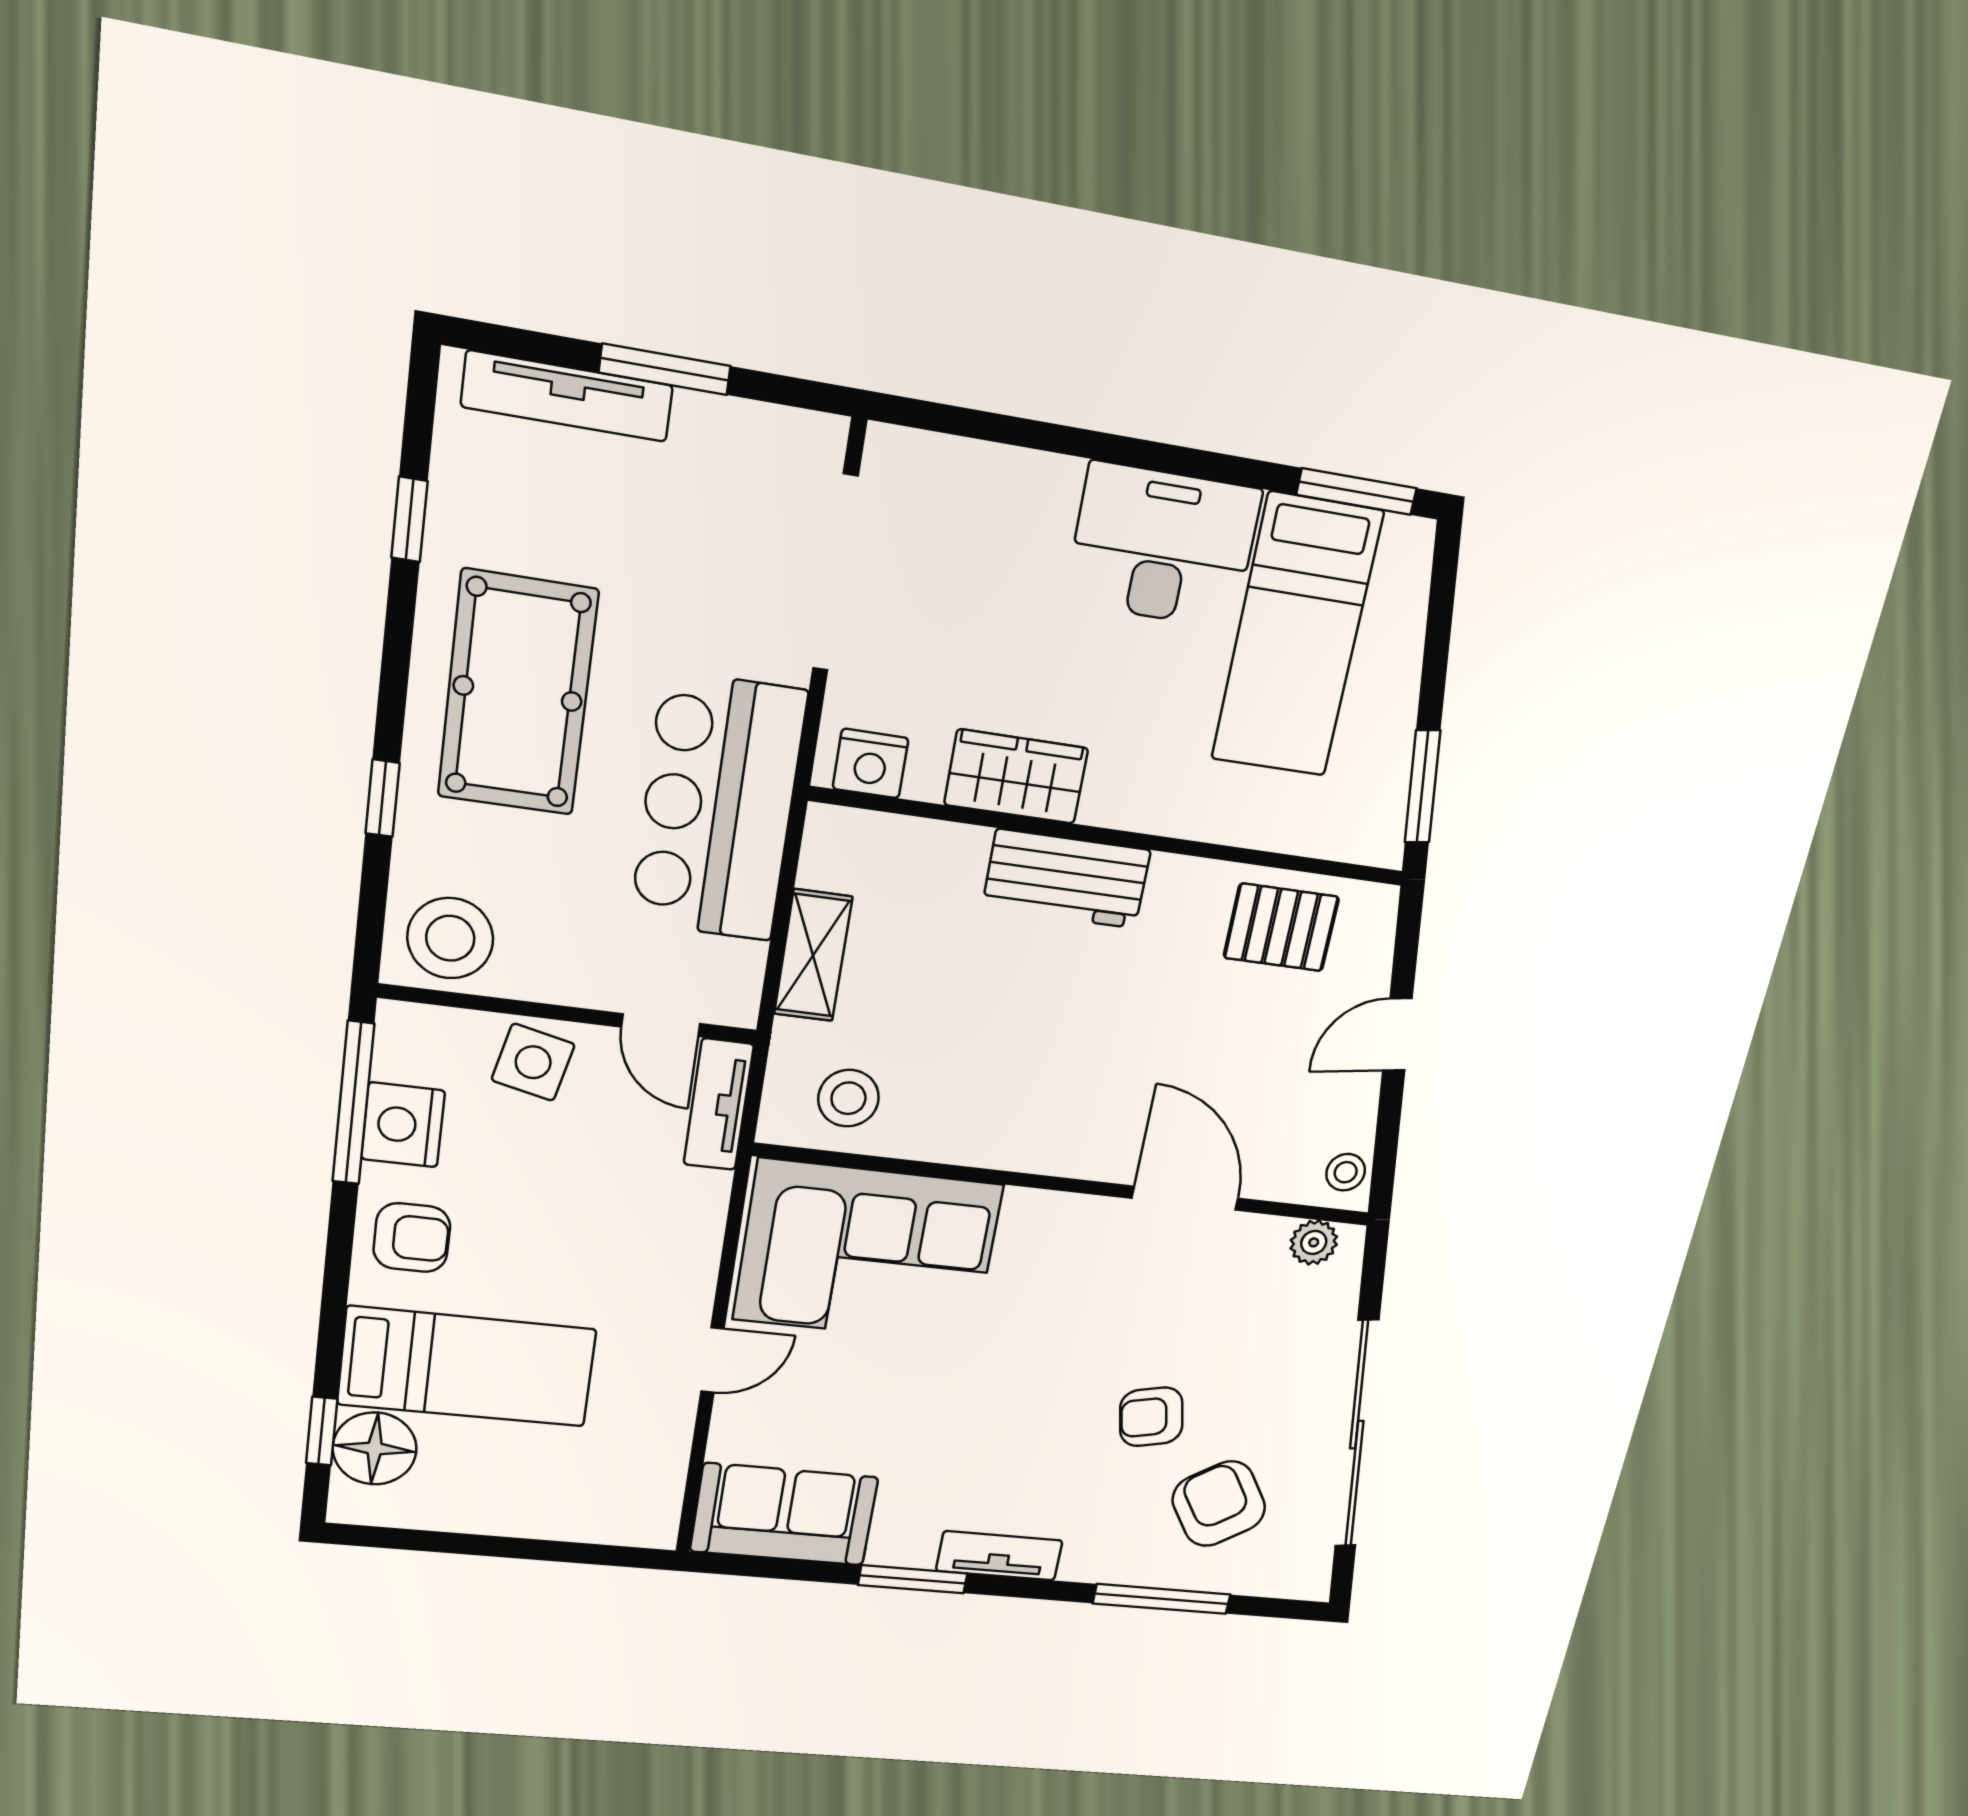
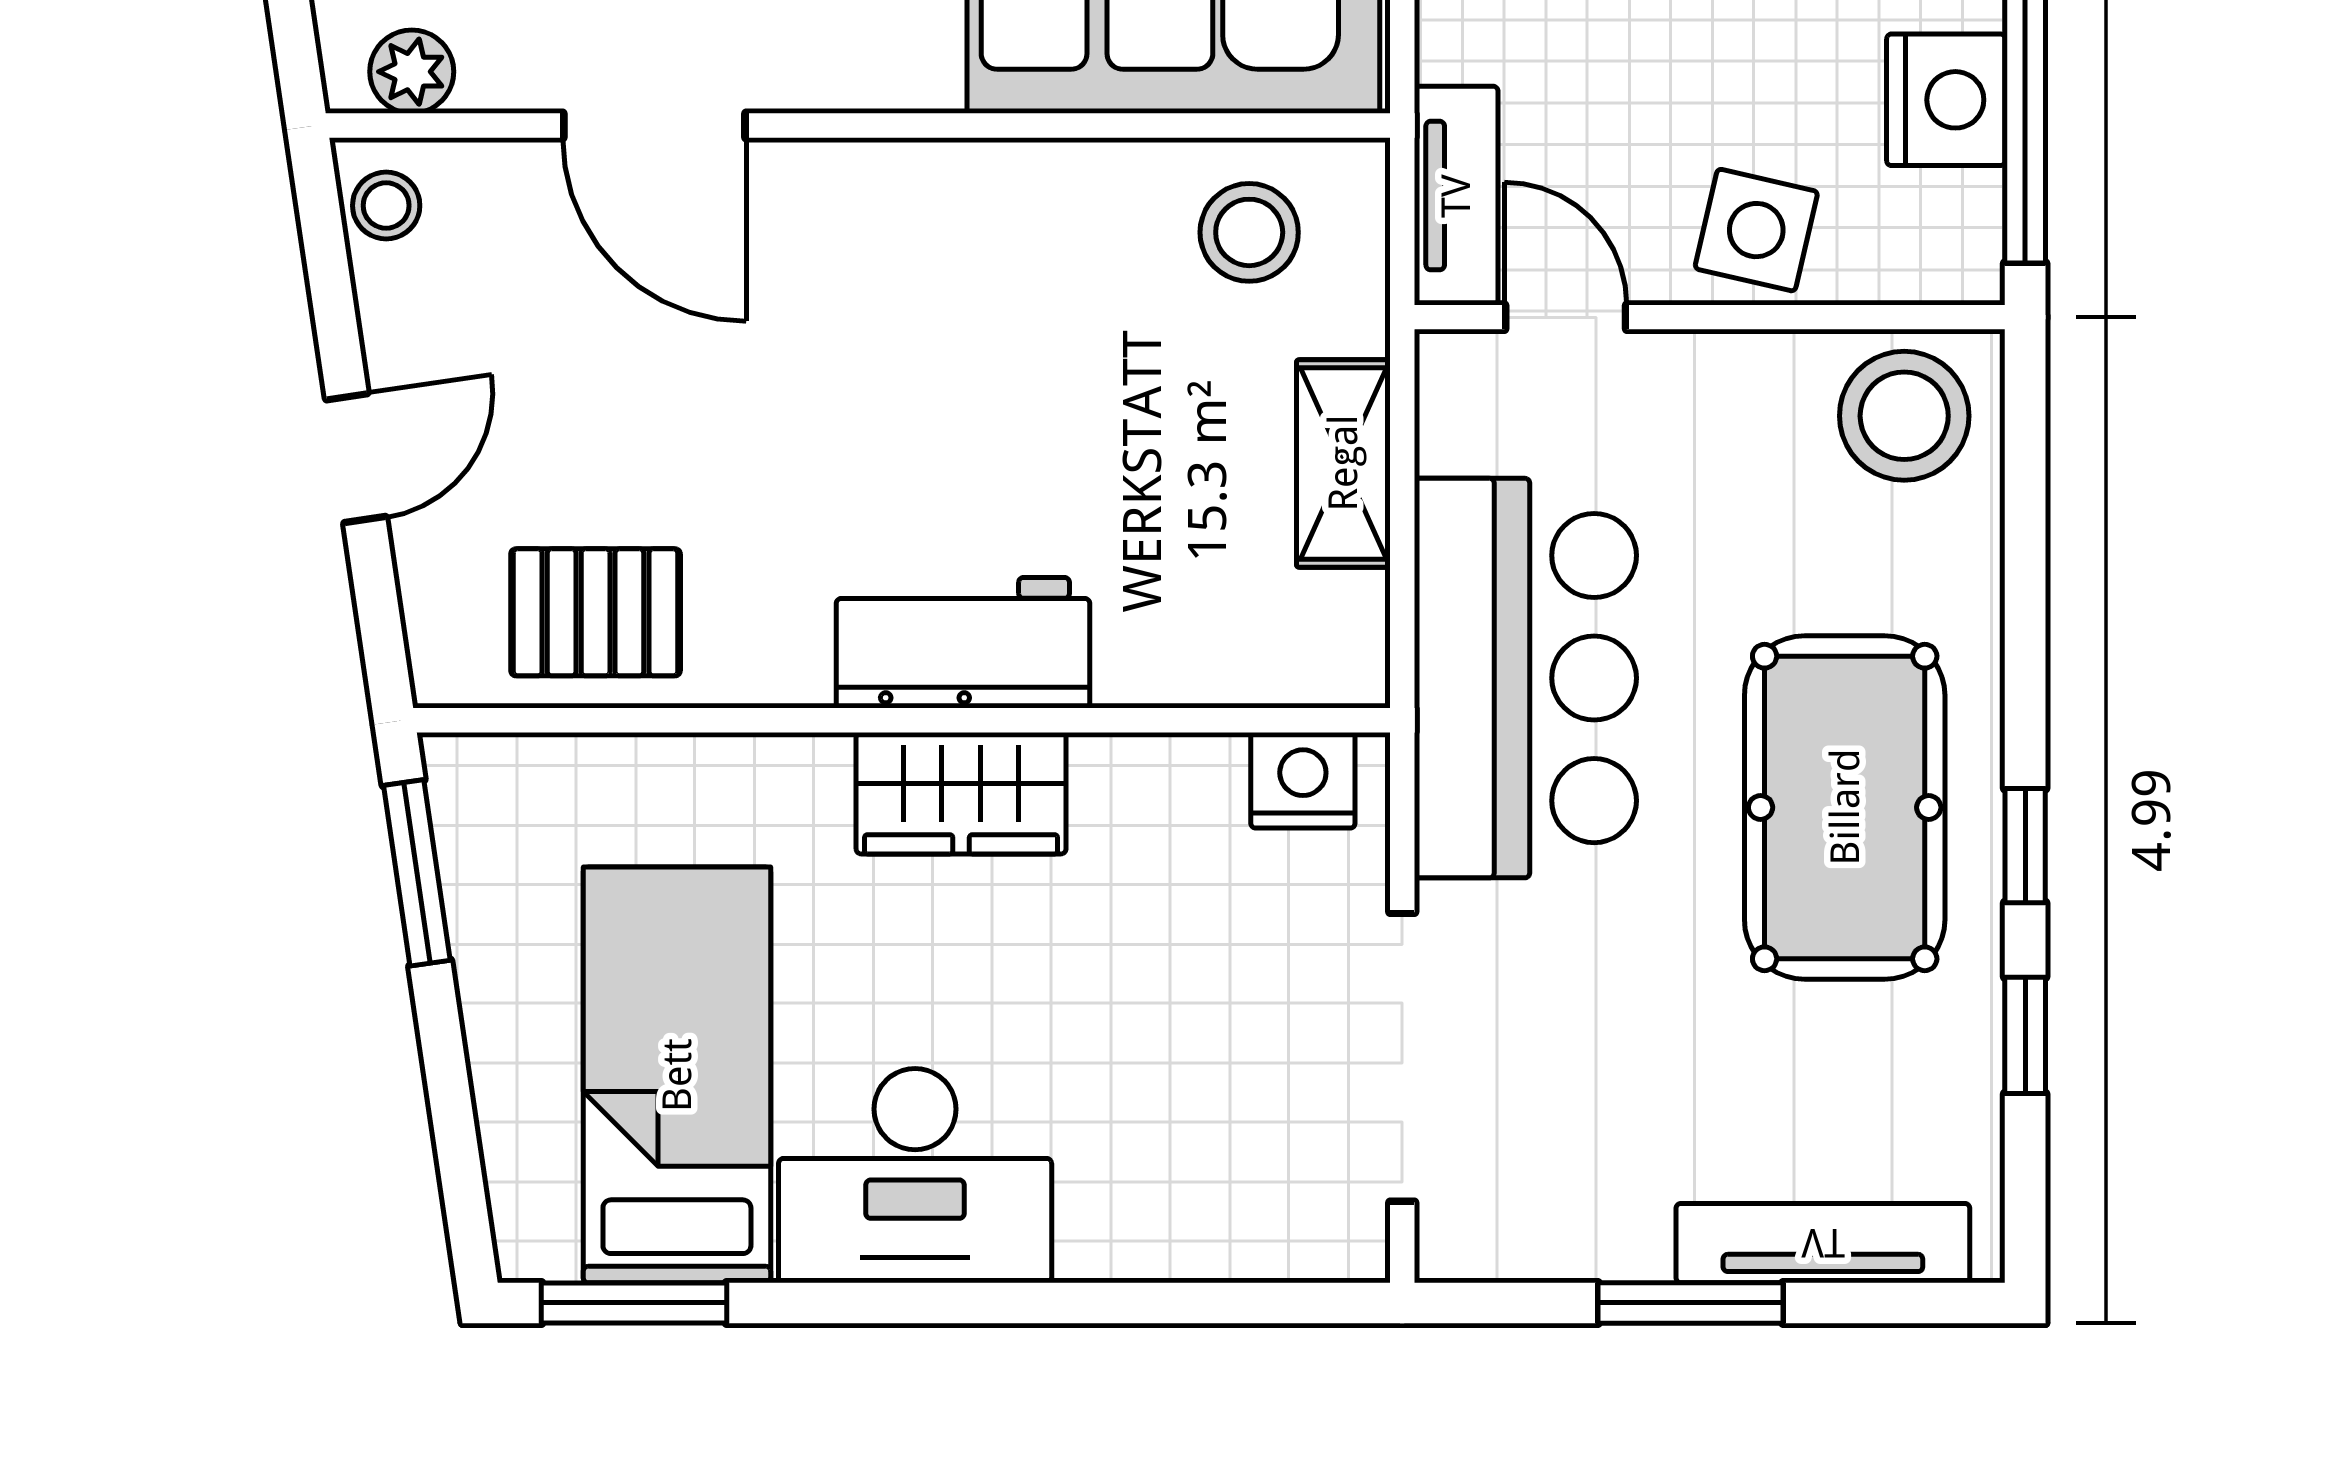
wardrobe: (1016, 777) -> (961, 793), moved
window: (383, 798) -> (2025, 846), moved

